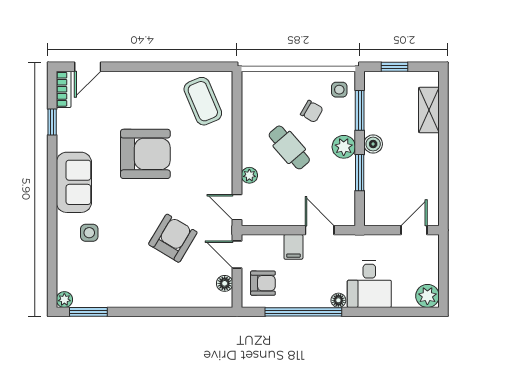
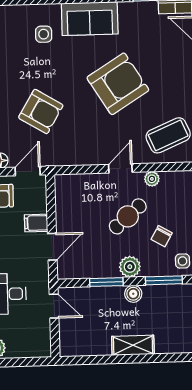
shelving: (429, 110) -> (133, 345), moved
armchair: (145, 154) -> (118, 84), turned -122
plant: (249, 175) -> (152, 179), moved
door: (237, 207) -> (120, 168), moved
door: (414, 230) -> (54, 306), moved

